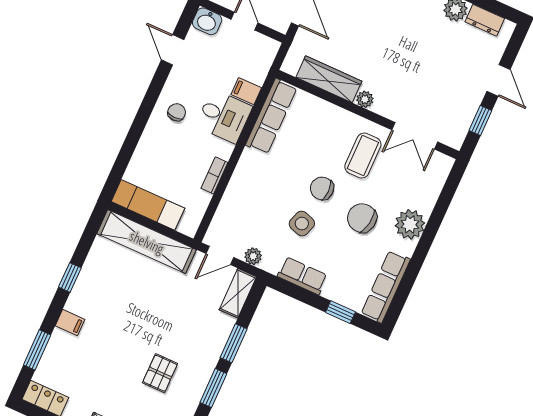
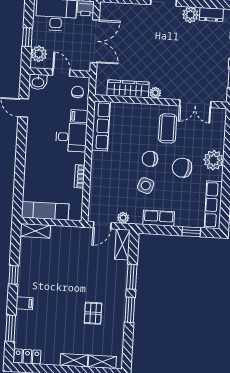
chair: (177, 112) -> (77, 92), moved
shelving: (147, 242) -> (35, 231), width x0.45, depth x0.75

